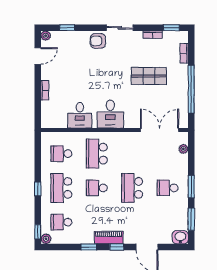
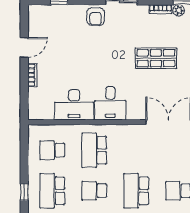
plant: (46, 36) -> (179, 10), moved
armchair: (98, 41) -> (96, 17), turned -90
door: (38, 56) -> (24, 47), moved
desk: (80, 115) -> (74, 105), width x1.37

